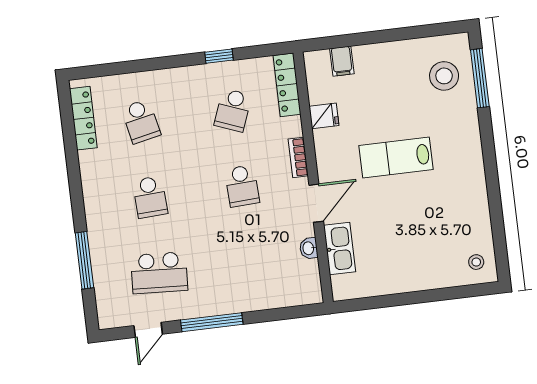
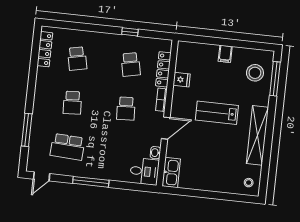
filing cabinet: (342, 61) -> (225, 54), moved
locker: (287, 85) -> (163, 69), moved
school desk: (233, 110) -> (131, 64), turned -33
shelving: (473, 180) -> (257, 135), added
kitchen sink: (340, 249) -> (171, 172), moved
desk: (298, 284) -> (144, 171), added
door: (148, 330) -> (42, 176), moved

